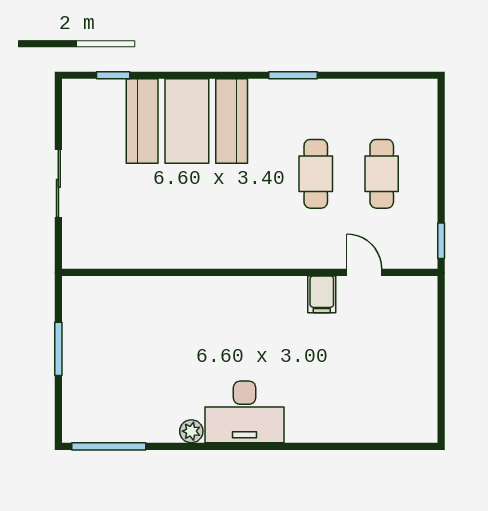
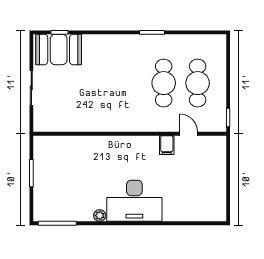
booth: (187, 121) -> (59, 49), moved, width x0.73, depth x0.70
cafe table: (316, 174) -> (164, 83), width x1.37, depth x1.35
cafe table: (382, 174) -> (198, 83), width x1.37, depth x1.35
desk: (245, 412) -> (134, 201), width x1.36, depth x1.30

